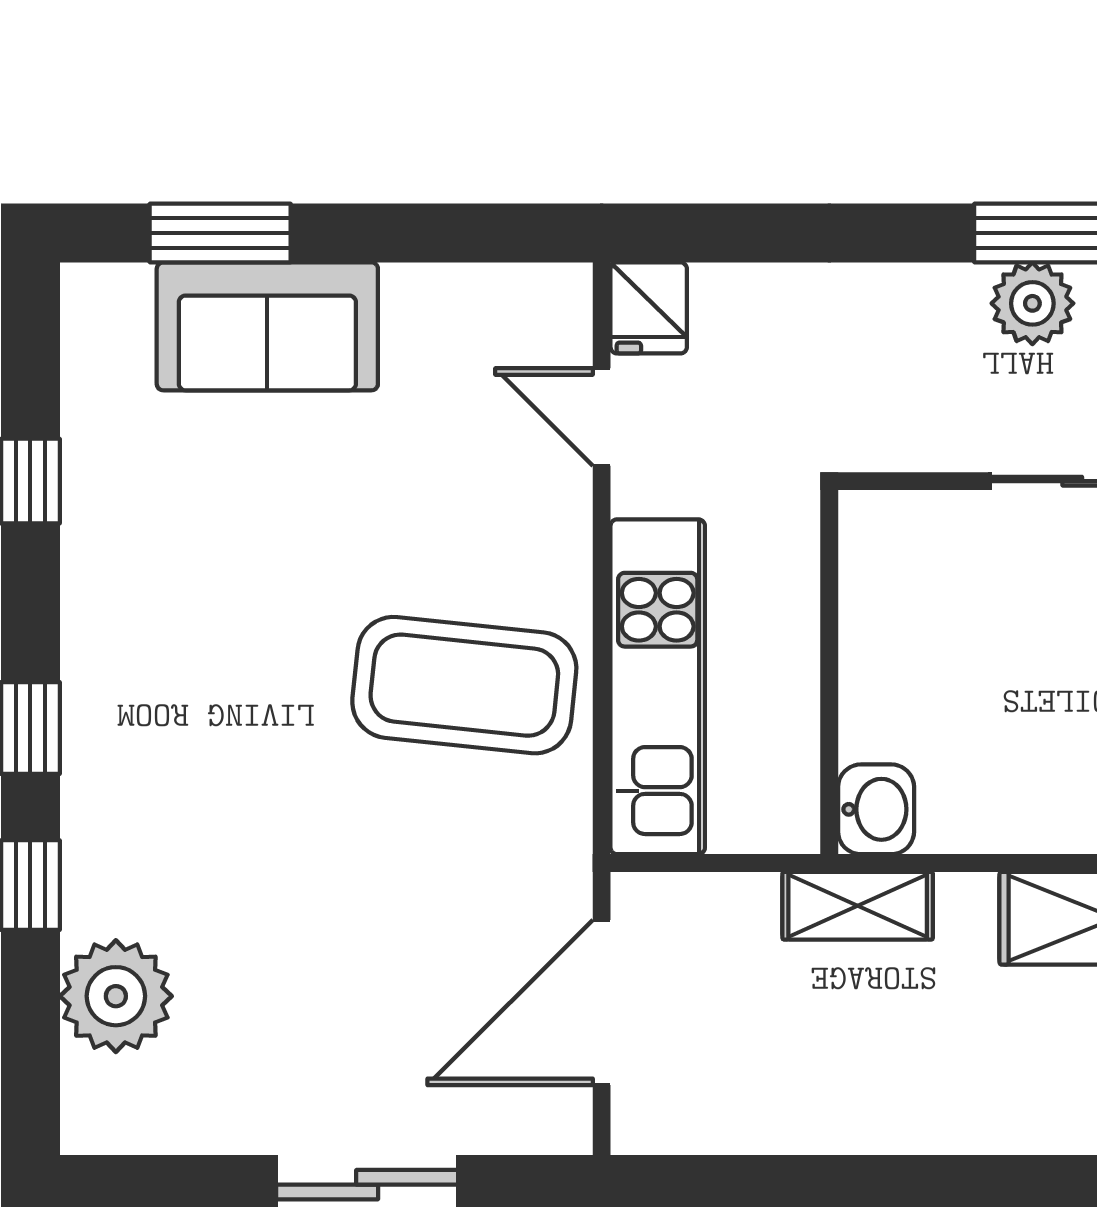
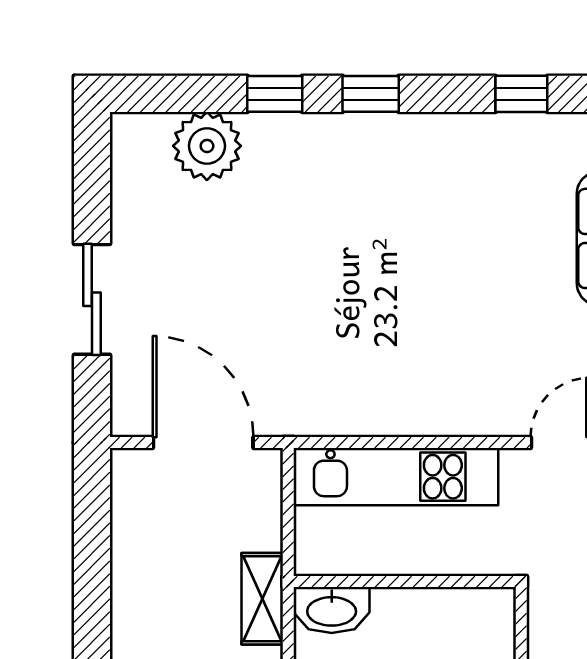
coffee table: (464, 685) -> (397, 359), removed
washbasin: (876, 809) -> (332, 610), width x1.38

